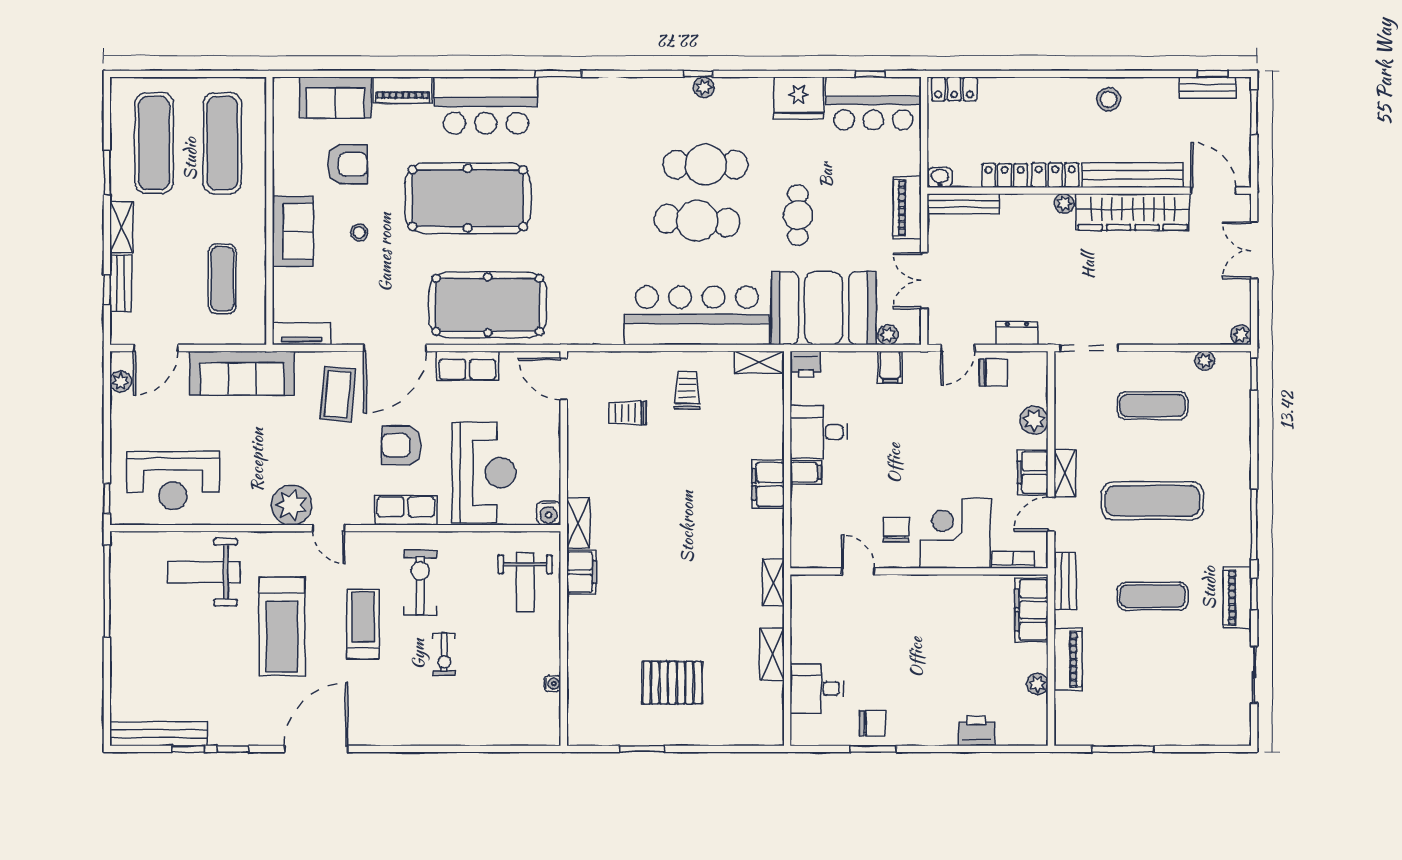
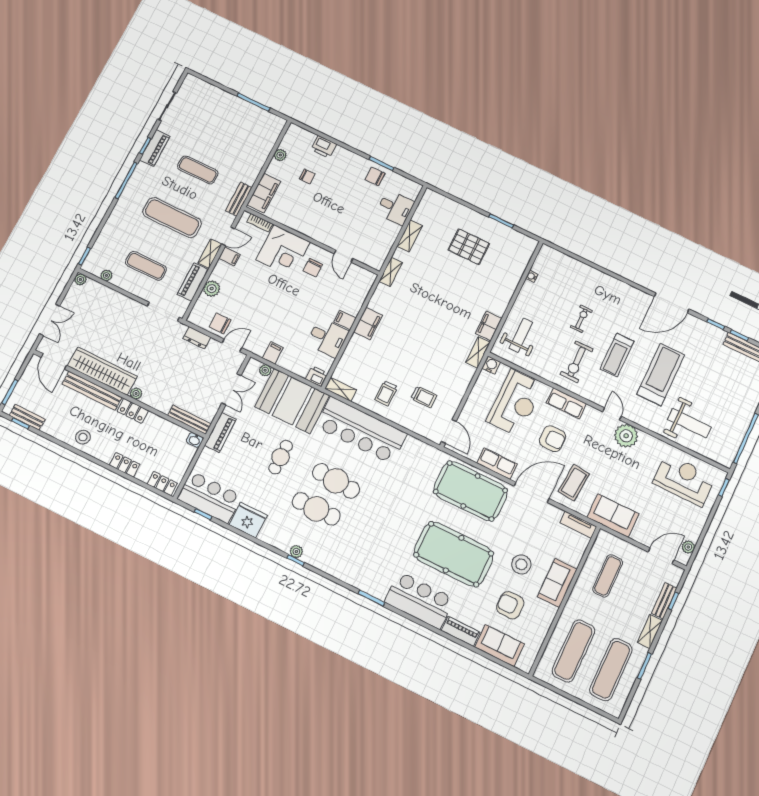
locker: (1005, 175) -> (125, 465), moved, turned 180
stool: (359, 233) -> (521, 564), width x1.89, depth x1.89
sofa: (242, 373) -> (613, 516), width x0.73
filing cabinet: (1033, 472) -> (230, 256), width x0.50
reception desk: (484, 473) -> (515, 403), turned 180
piano: (1068, 659) -> (193, 282), moved
chair: (978, 670) -> (307, 176), added

